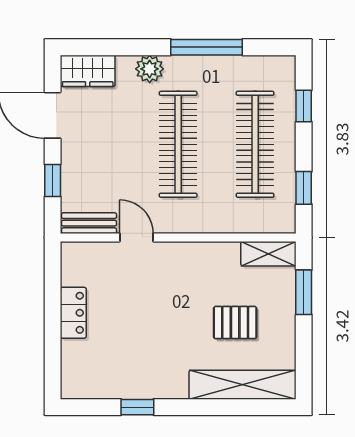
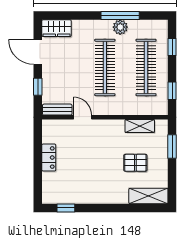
plant: (150, 69) -> (120, 27), moved
shelving: (268, 254) -> (140, 126), moved
shelving: (243, 385) -> (148, 196), width x0.68
window: (137, 407) -> (66, 208), moved

